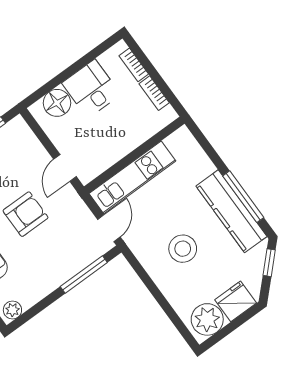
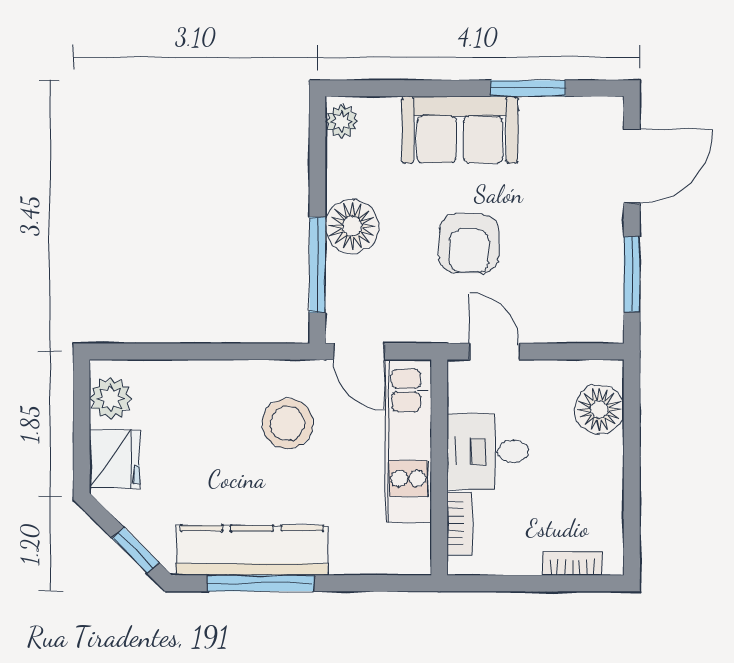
desk: (91, 89) -> (488, 452), moved, turned 180
bookcase: (154, 93) -> (459, 523), moved, turned 90
stool: (183, 249) -> (288, 424), moved
floor lamp: (56, 271) -> (352, 226), added
plant: (207, 319) -> (111, 398), width x0.73, depth x0.73

